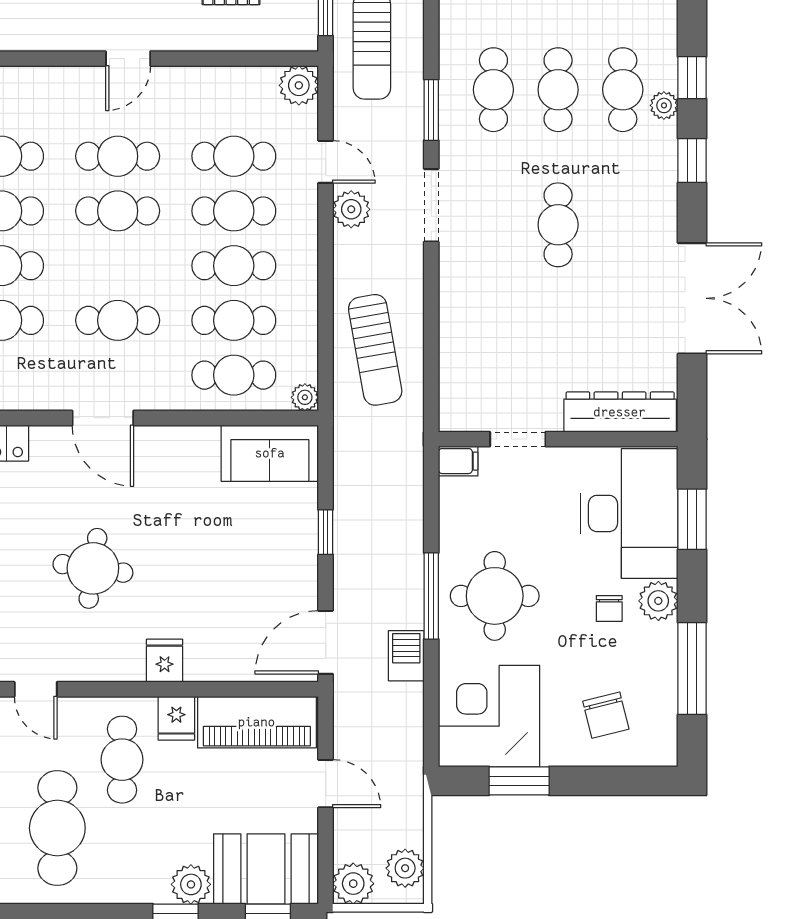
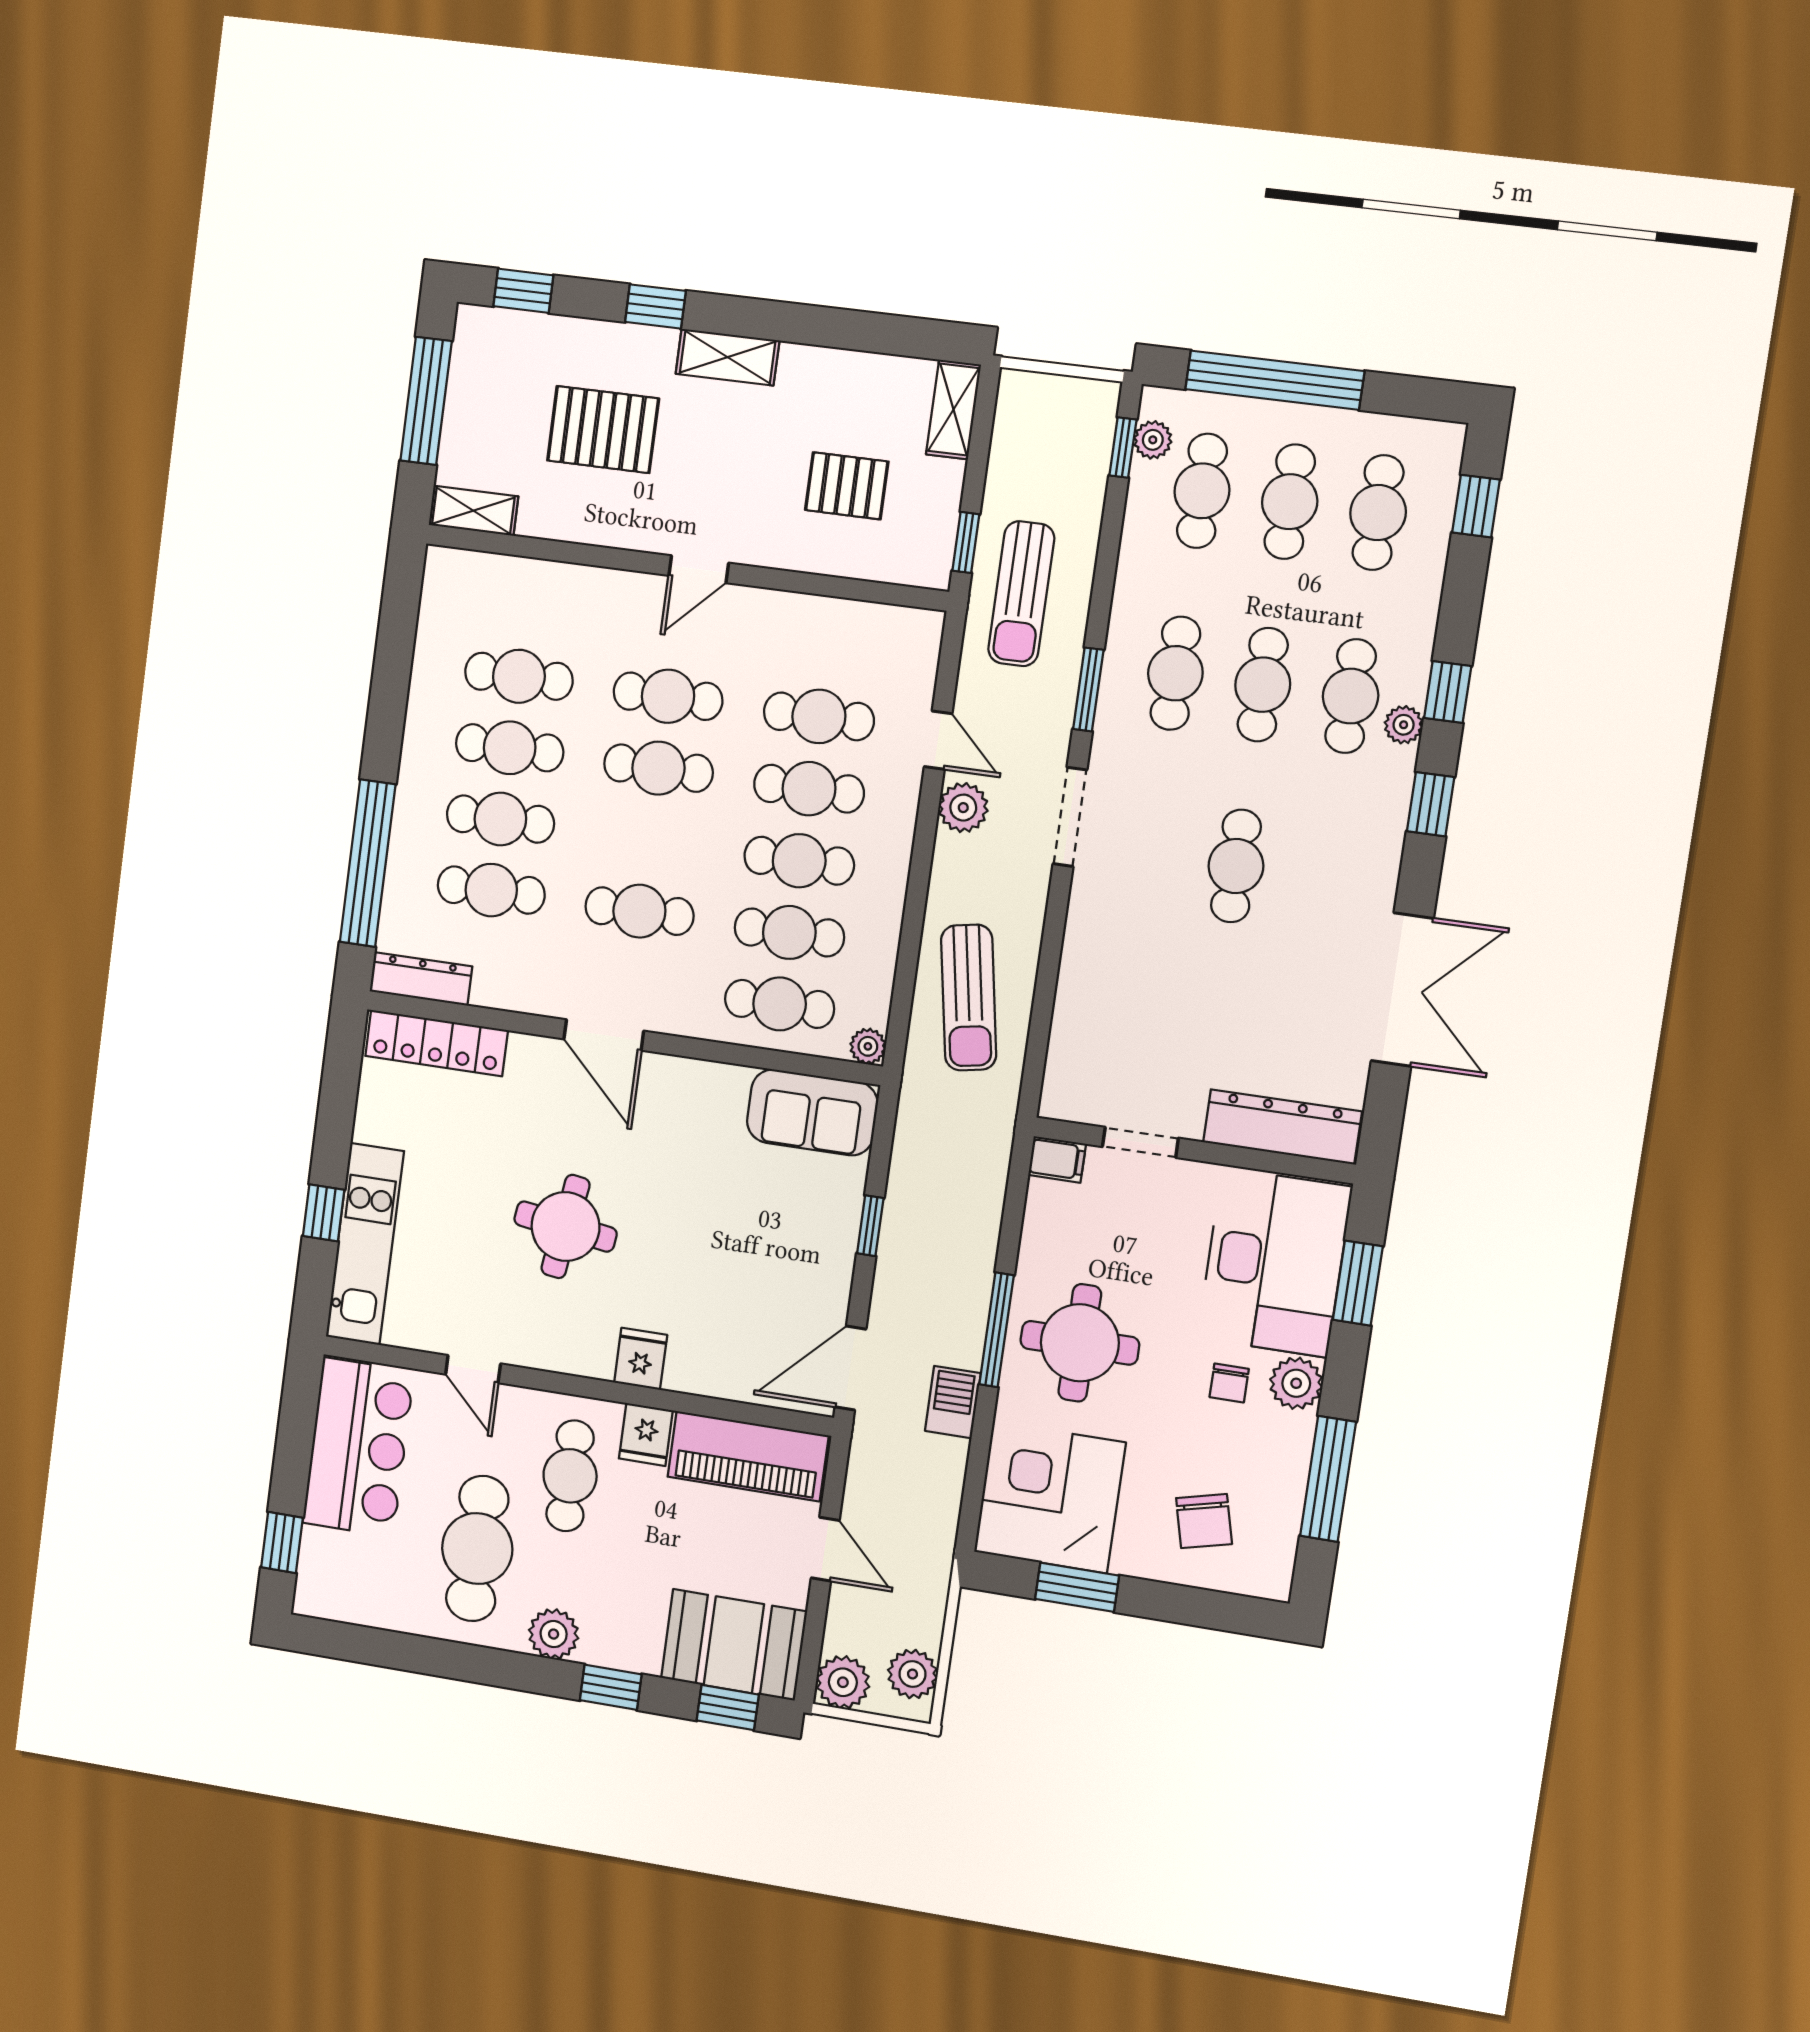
plant: (299, 85) -> (917, 634), removed
plant: (191, 884) -> (554, 1634), moved

